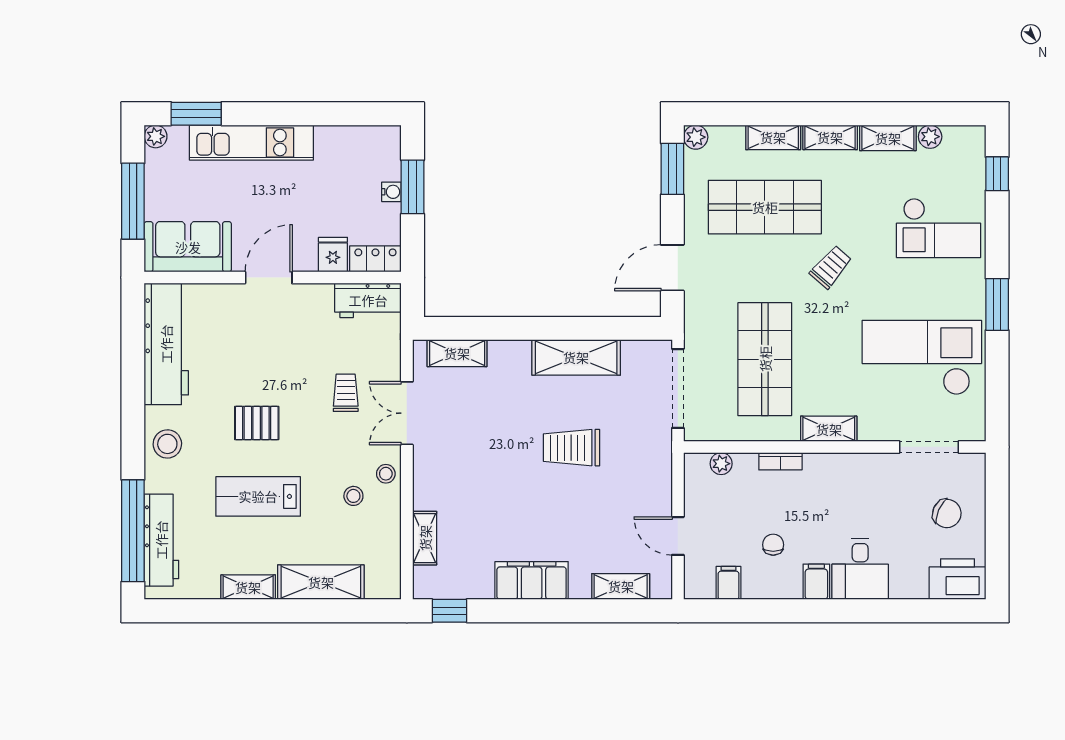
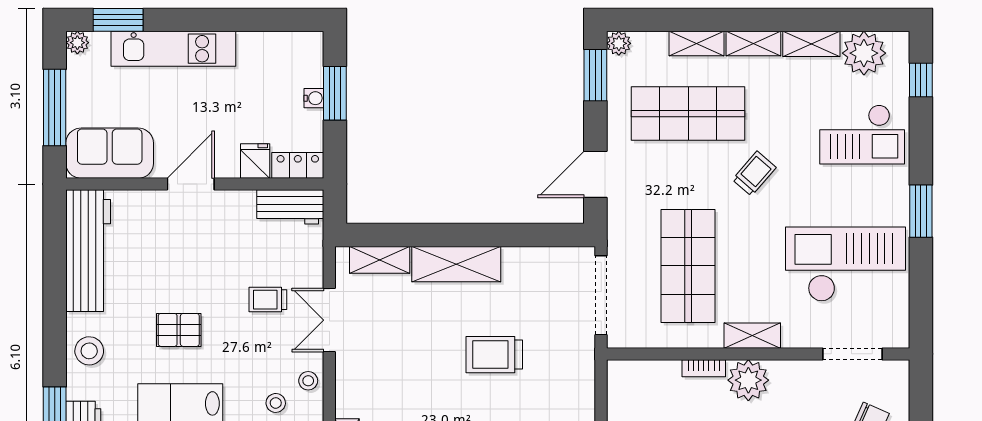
plant: (930, 137) -> (864, 53), width x1.87, depth x1.87
shelving: (576, 357) -> (456, 264), moved
trolley: (346, 393) -> (268, 300), turned -90
plant: (721, 464) -> (748, 380), moved, width x1.88, depth x1.88

